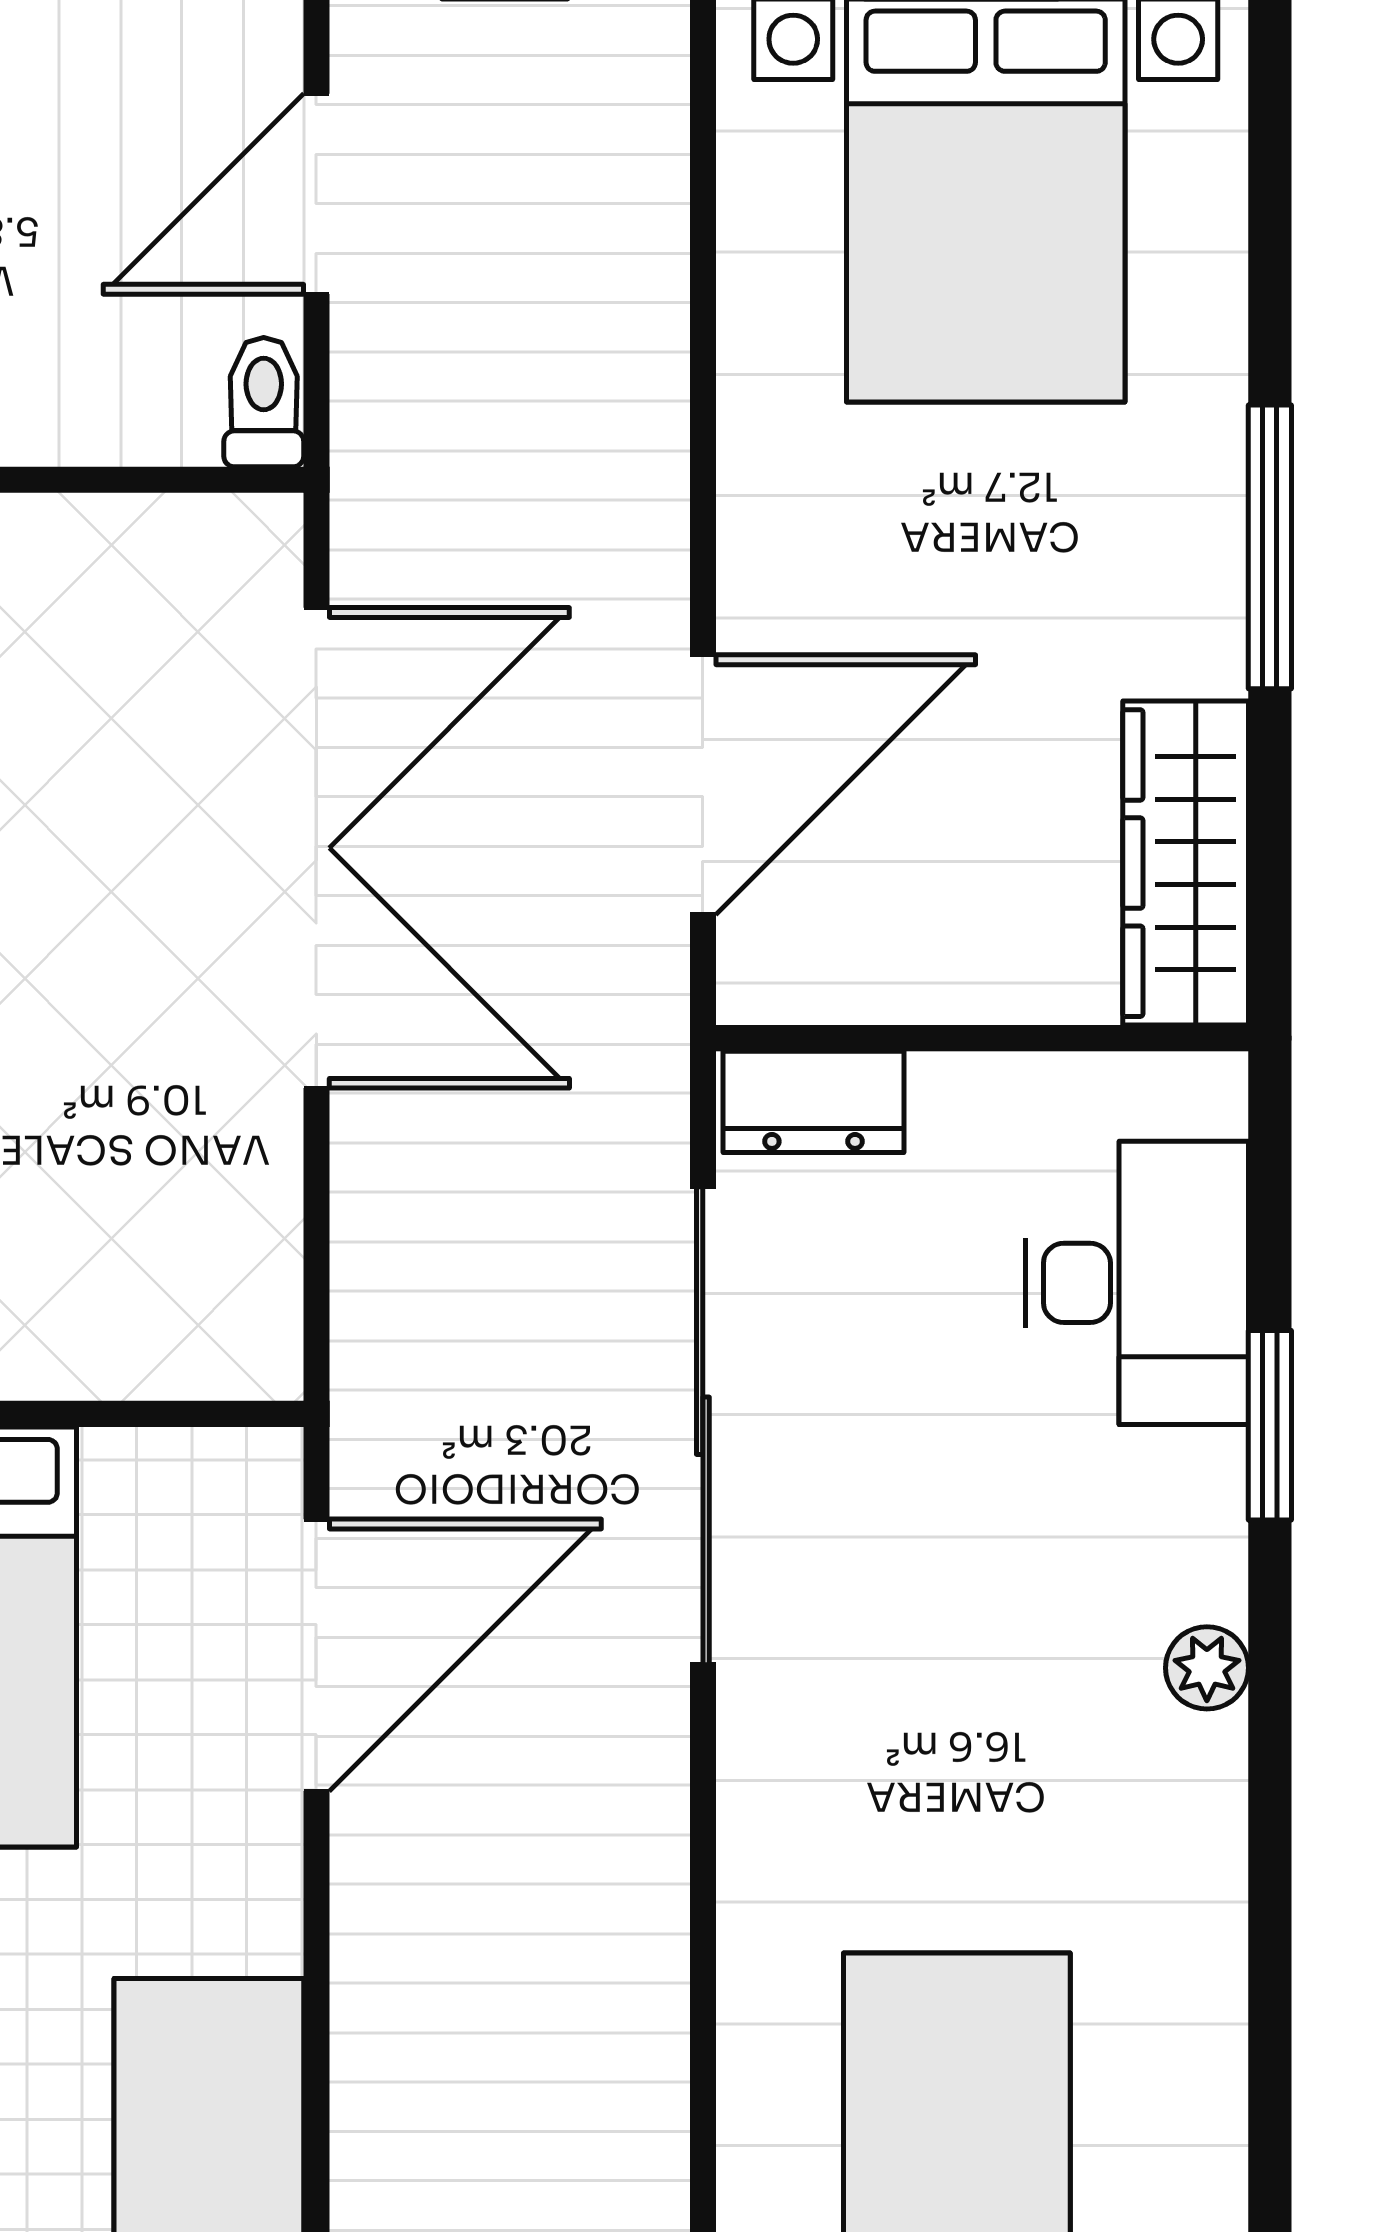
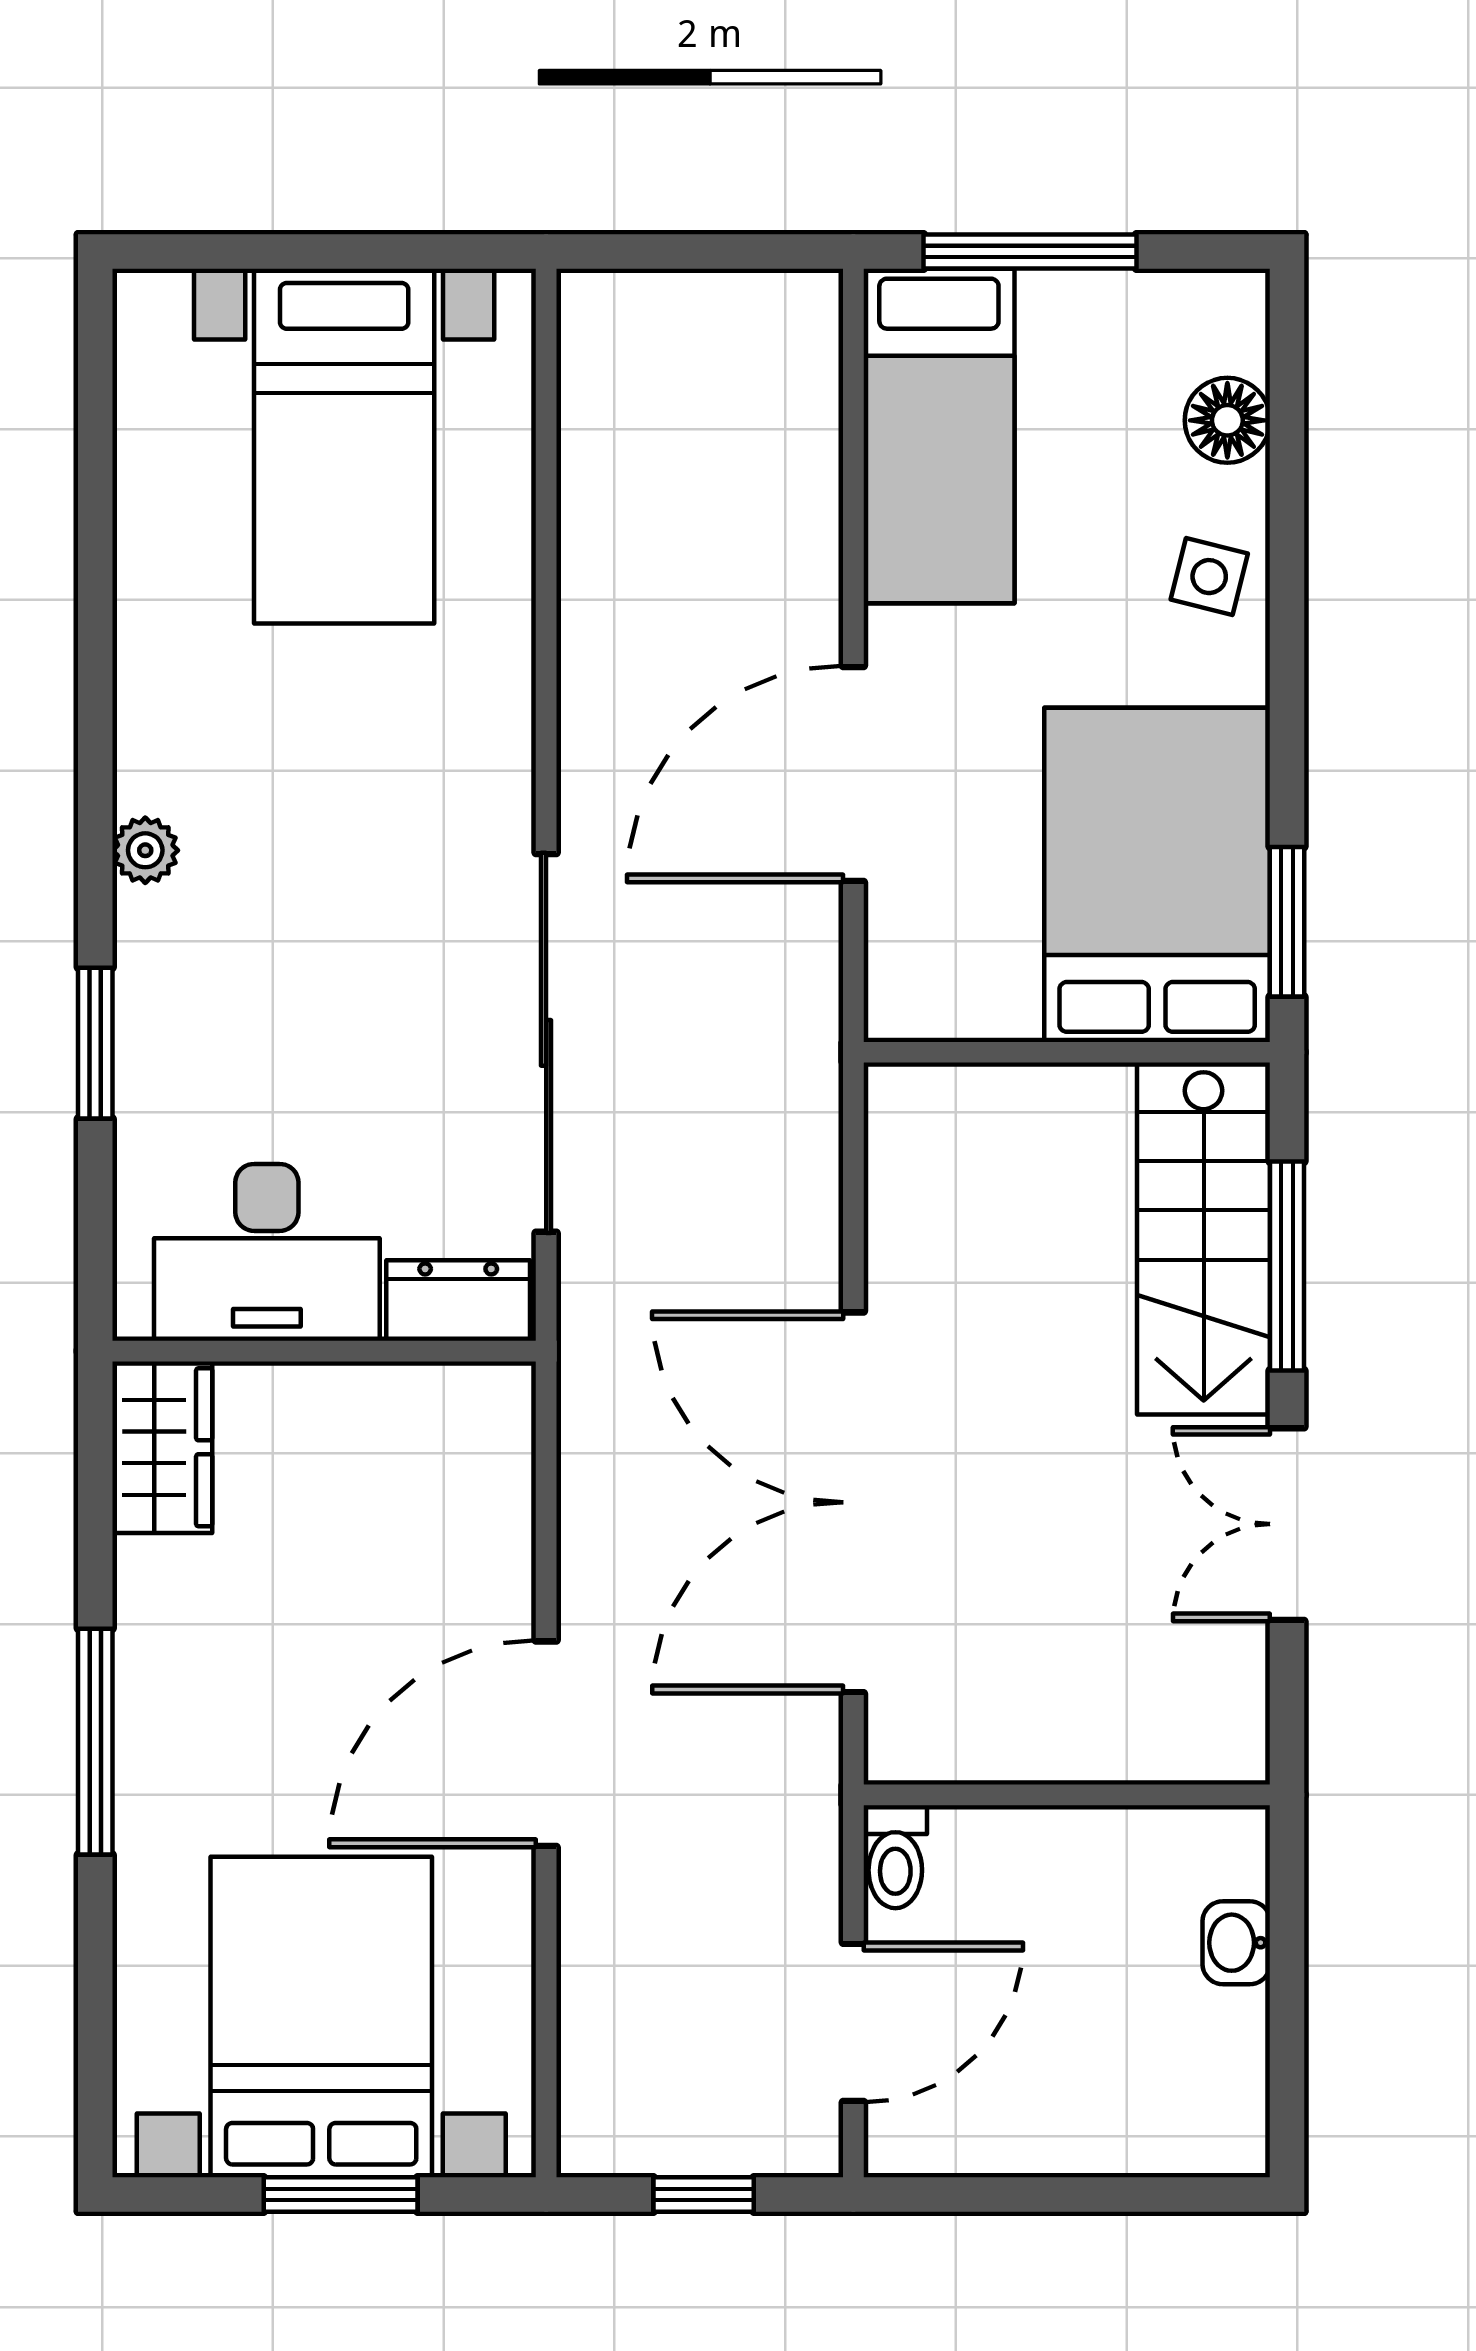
door: (703, 785) -> (546, 1744), moved
wardrobe: (1186, 863) -> (162, 1447), width x0.67
desk: (1137, 1283) -> (267, 1252), moved, turned -90
door: (316, 1655) -> (853, 774), moved

